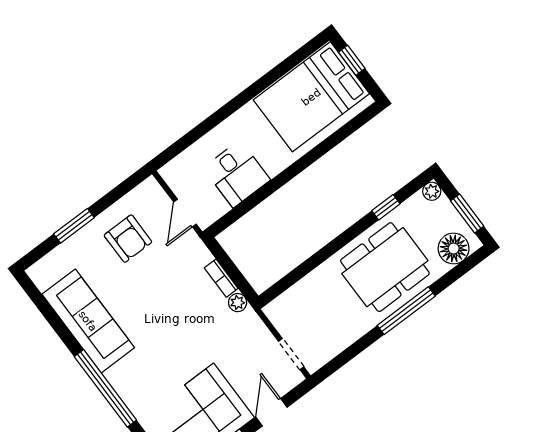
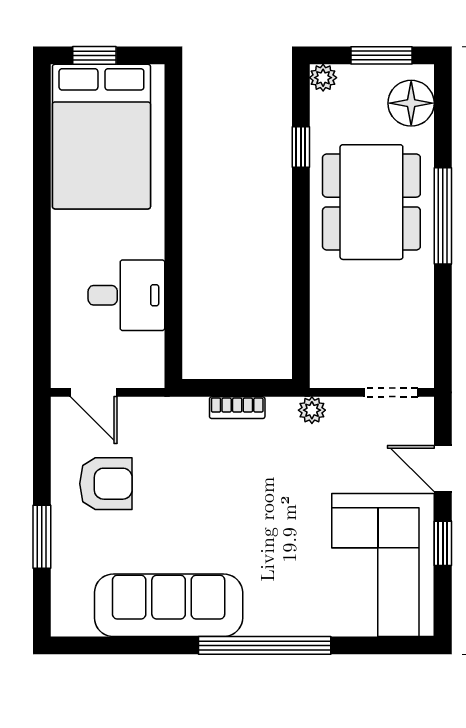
door: (185, 213) -> (94, 392), moved
plant: (238, 303) -> (312, 410), moved

